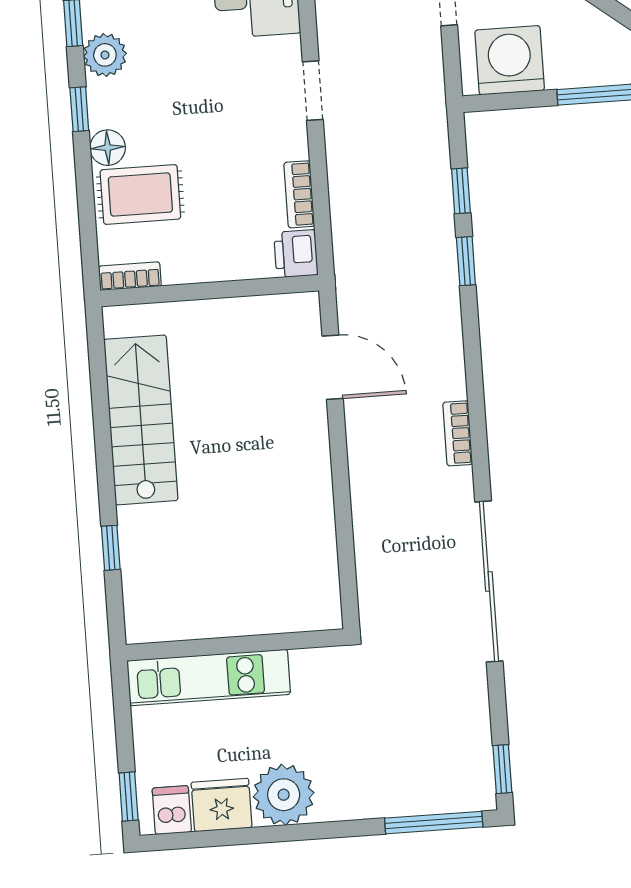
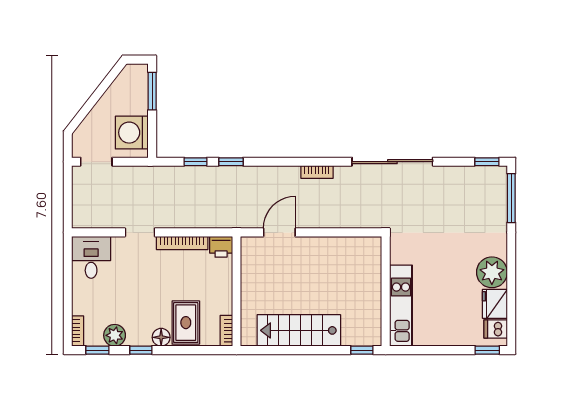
bookcase: (299, 194) -> (182, 243), width x1.56
wall: (235, 645) -> (386, 291), moved
kitchen unit: (209, 677) -> (401, 306), moved

